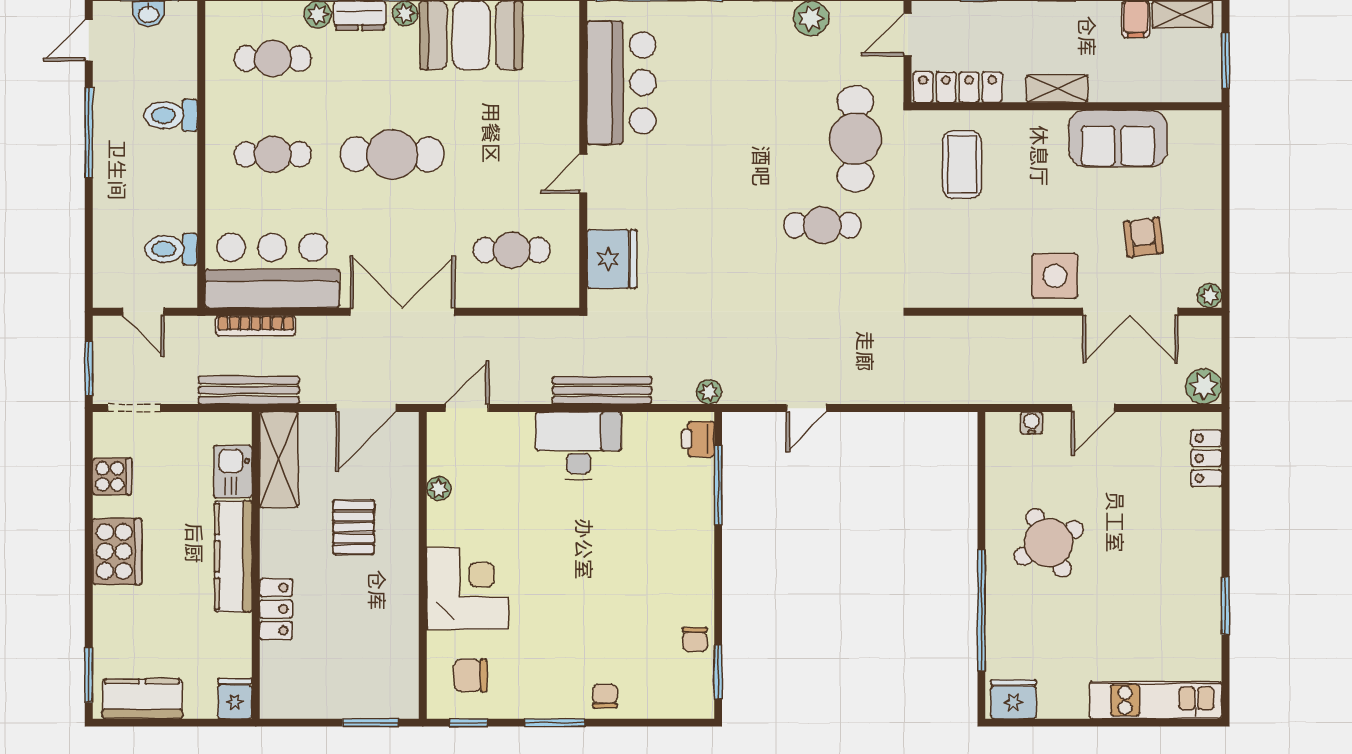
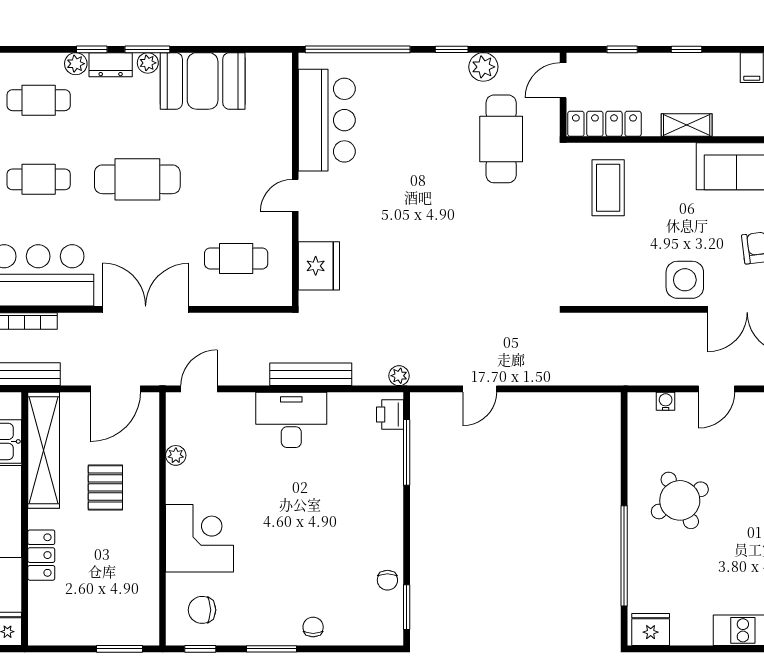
cafe table: (855, 139) -> (501, 139), moved
cafe table: (822, 225) -> (493, 238), removed
shelving: (279, 460) -> (44, 450), width x1.47

